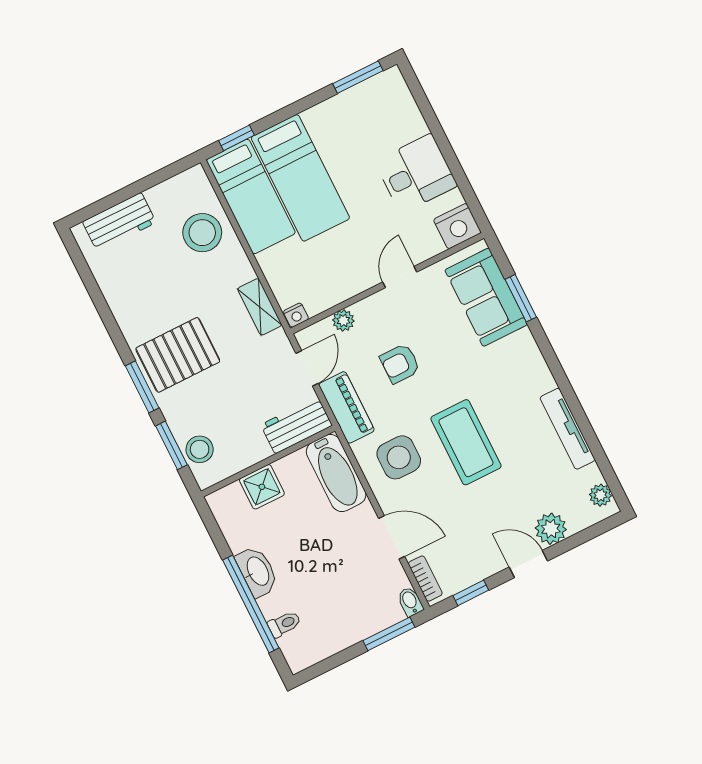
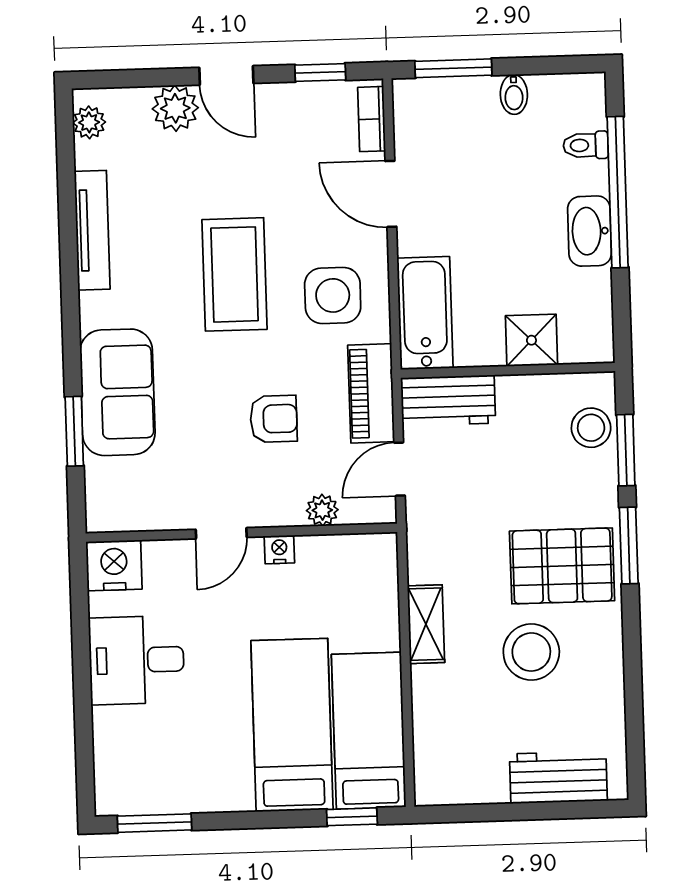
stool: (202, 233) -> (531, 652), moved
sofa: (486, 297) -> (117, 392), moved
shelving: (260, 307) -> (426, 624), moved
nightstand: (296, 315) -> (279, 549), moved
bidet: (410, 602) -> (514, 94), moved

